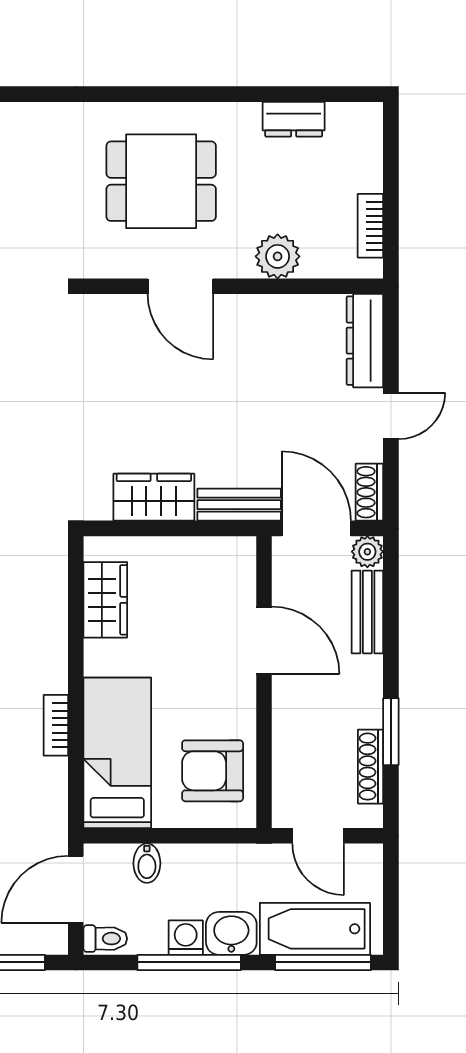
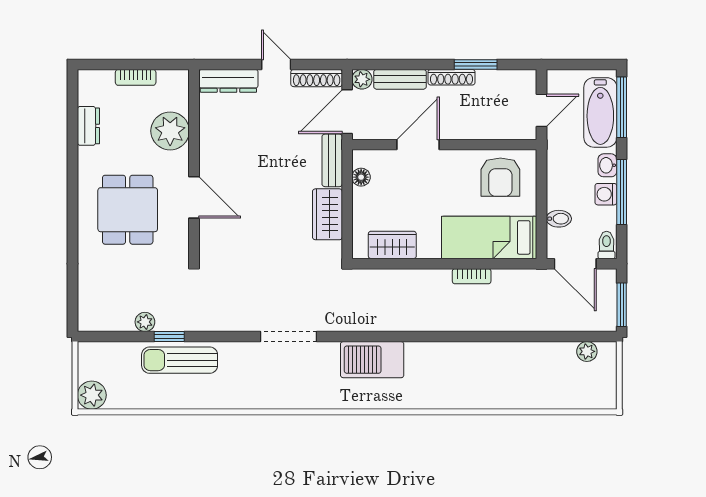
bookcase: (370, 226) -> (136, 77), moved
plant: (278, 256) -> (170, 131), width x1.36, depth x1.36
door: (180, 286) -> (194, 197), hinge flipped
shoe rack: (369, 492) -> (317, 78), width x1.43
floor lamp: (213, 550) -> (361, 177), added
shoe rack: (371, 767) -> (452, 77), moved
washbasin: (231, 933) -> (607, 165), width x0.72, depth x0.69

